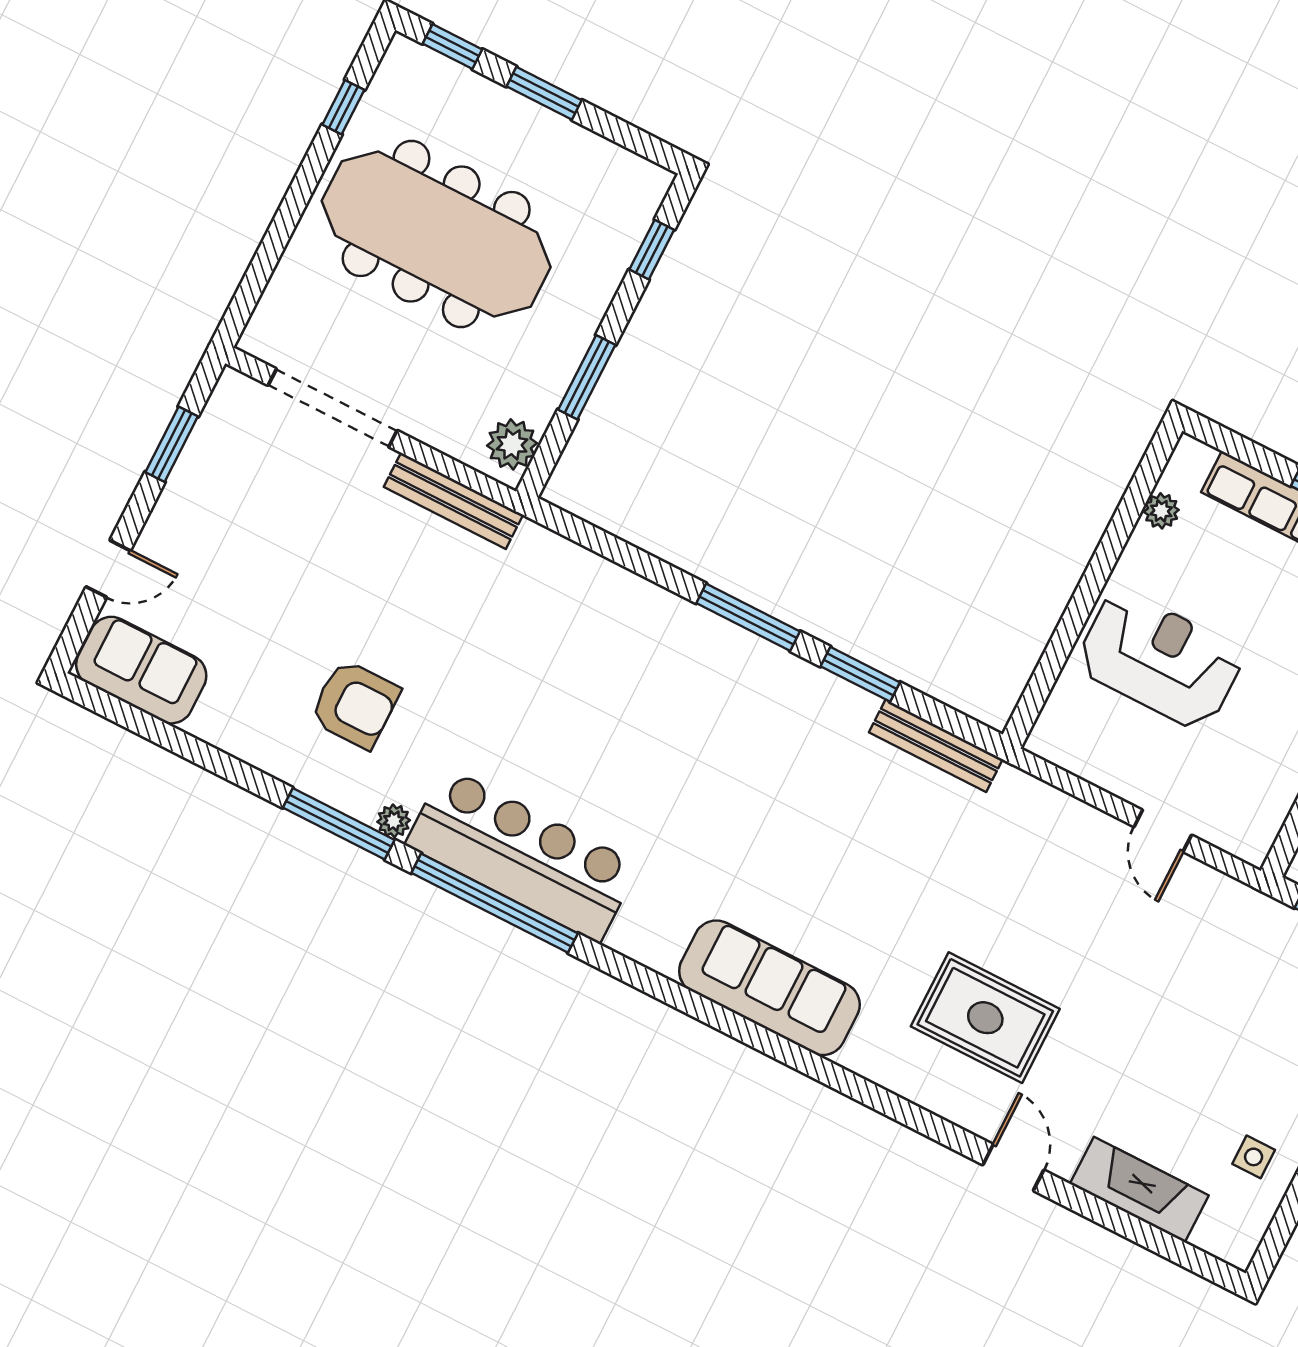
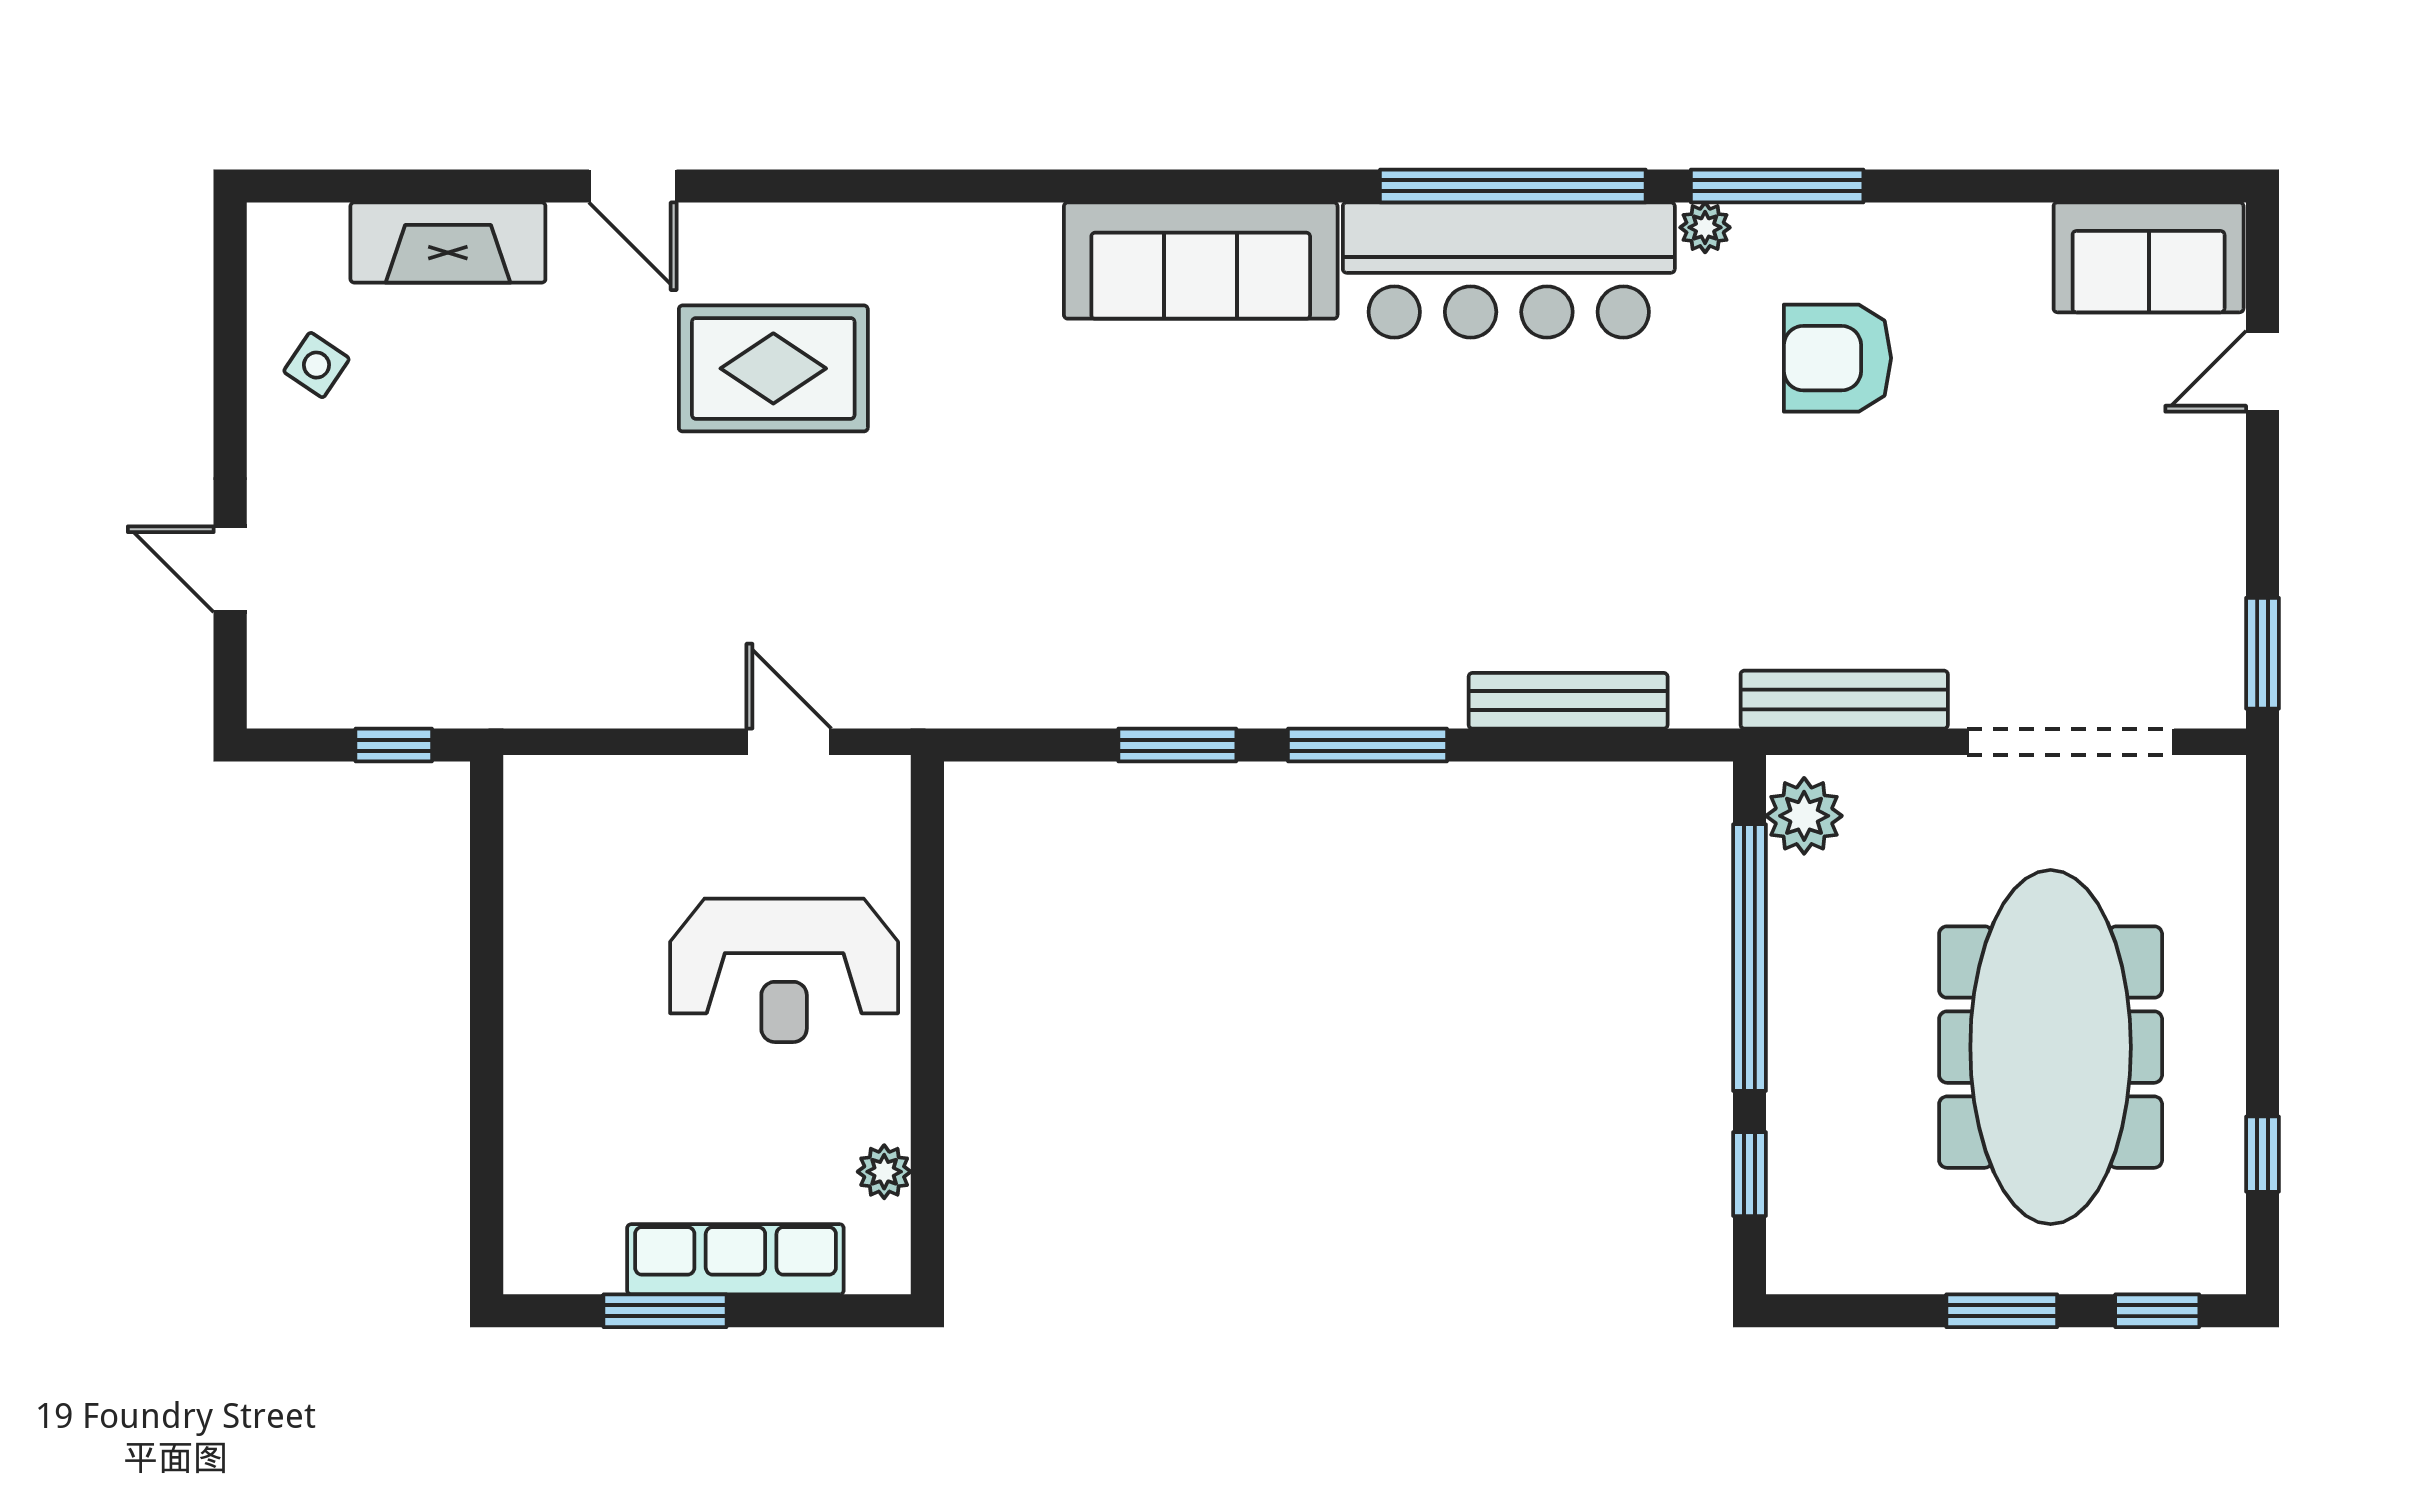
meeting table: (436, 234) -> (2051, 1047), turned 90
window: (587, 377) -> (1749, 958), width x2.11
window: (172, 444) -> (2263, 653), moved
bench: (936, 746) -> (1568, 701), moved
door: (1163, 831) -> (789, 742), moved
sofa: (769, 988) -> (1201, 261), moved
side table: (1254, 1157) -> (316, 365), turned 34

